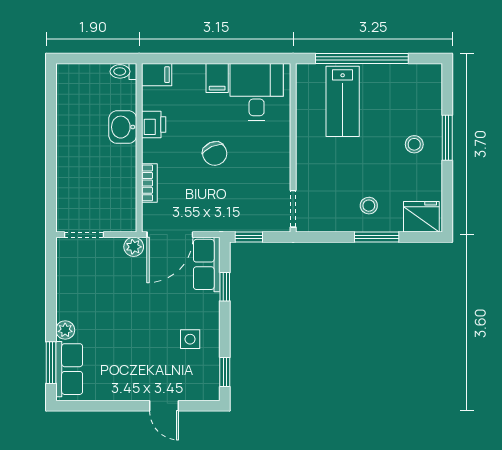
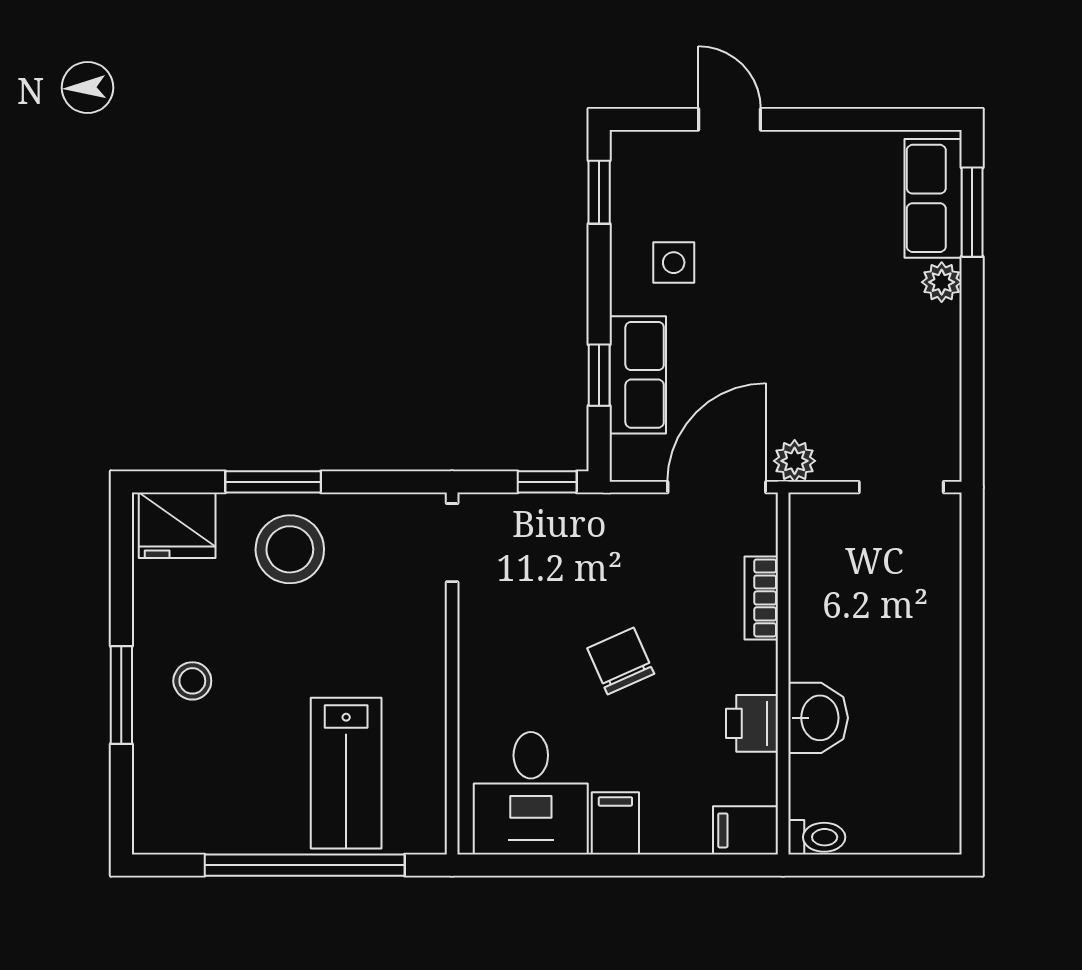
lab bench: (343, 101) -> (346, 773), turned 180
stool: (369, 206) -> (290, 549), width x1.89, depth x1.89
row of seats: (207, 264) -> (638, 375), moved

